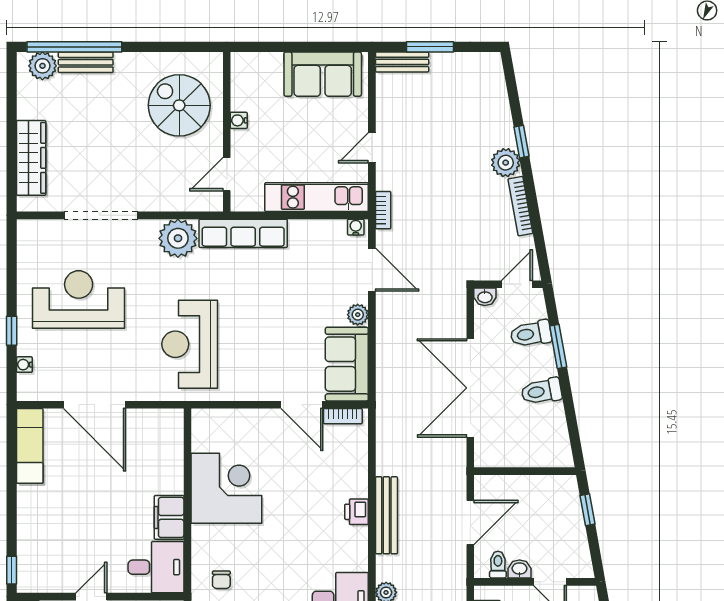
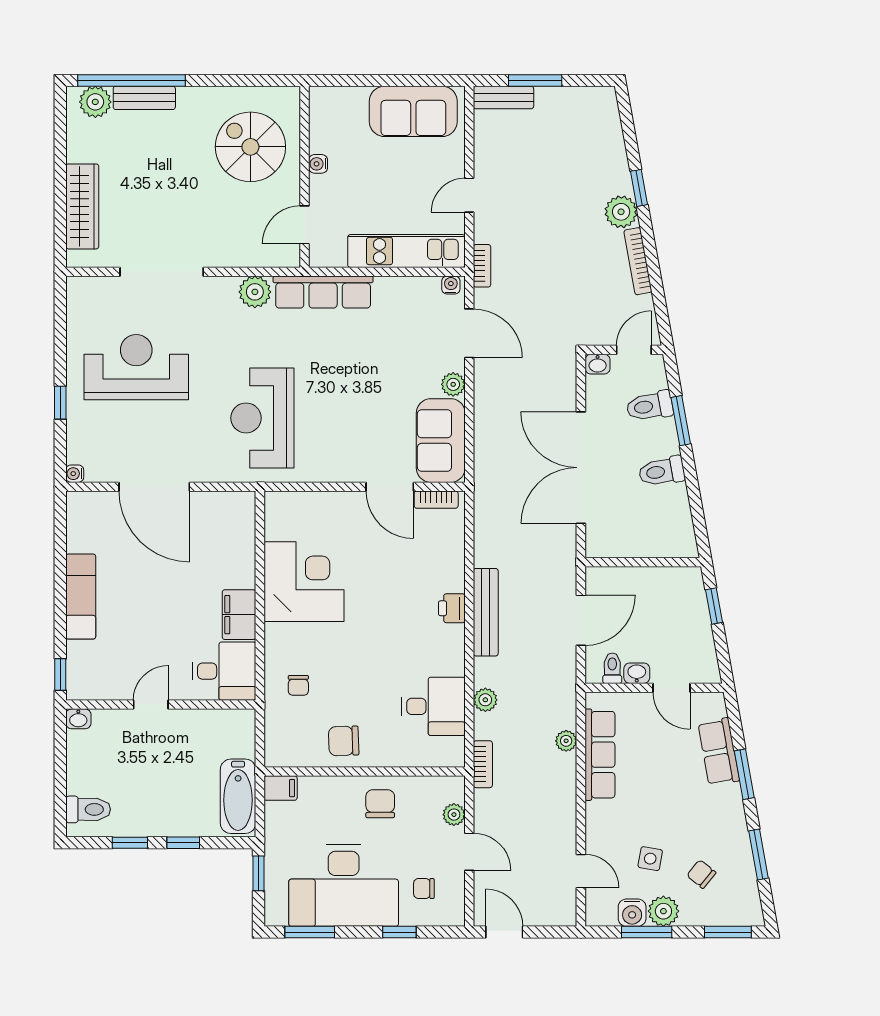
plant: (178, 238) -> (255, 292), width x0.73, depth x0.73
water cooler: (24, 365) -> (75, 474), moved
exam couch: (30, 446) -> (81, 596), moved

